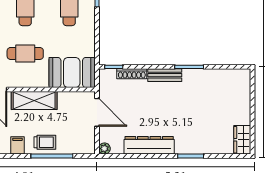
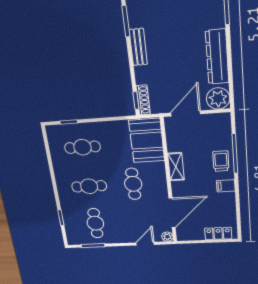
shoe rack: (132, 74) -> (143, 100), moved
shelving: (34, 100) -> (176, 167), width x0.67, depth x0.75
plant: (104, 149) -> (218, 99), width x1.88, depth x1.88

